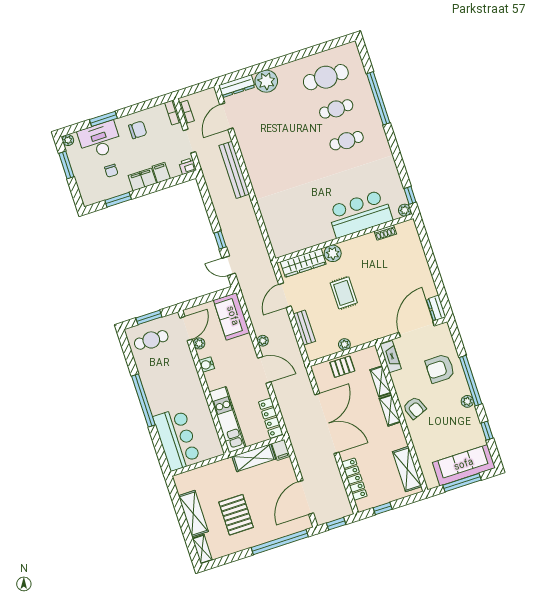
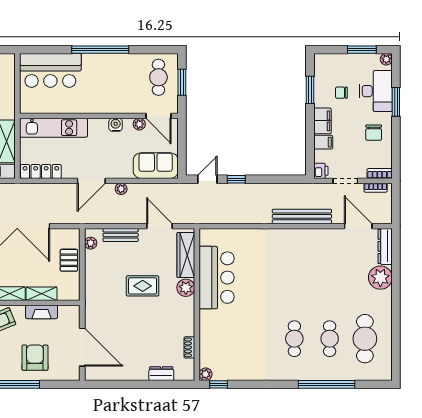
bar counter: (360, 214) -> (217, 278), moved
dresser: (436, 308) -> (161, 374), moved
plant: (344, 344) -> (91, 243), moved
fireplace: (391, 357) -> (41, 312), moved

